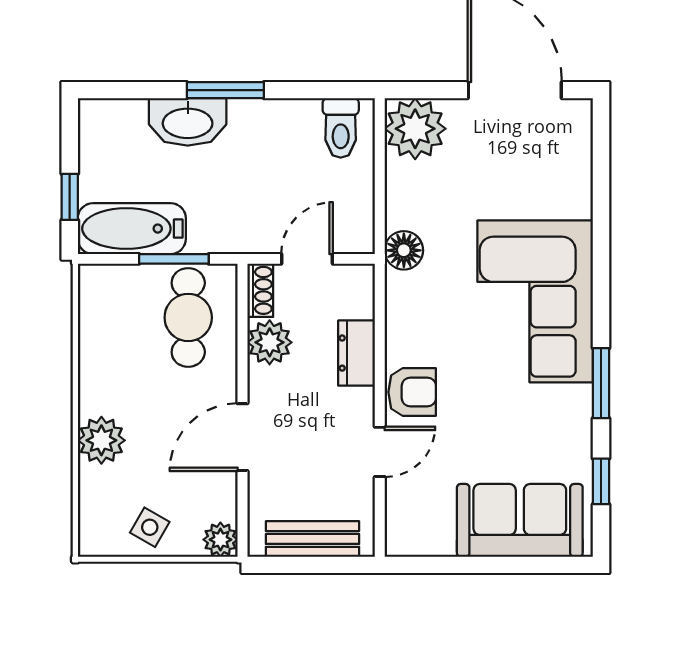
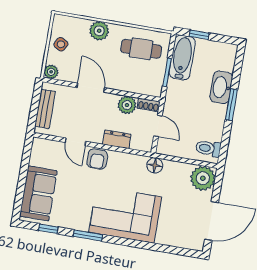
cafe table: (188, 317) -> (141, 49), moved

